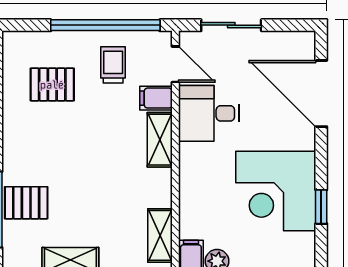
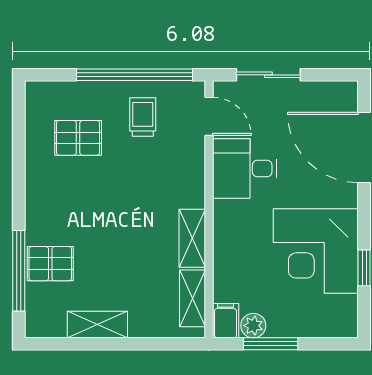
filing cabinet: (156, 98) -> (188, 152), removed
shelving: (160, 140) -> (192, 238), moved

